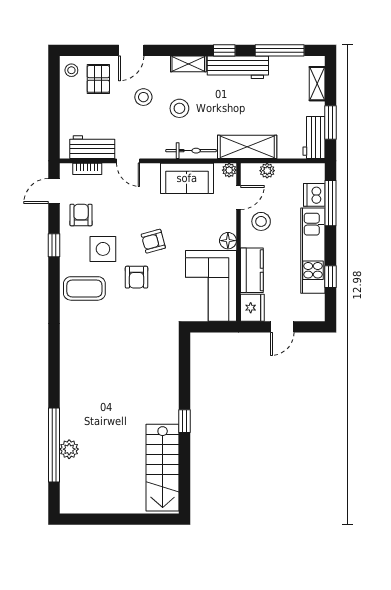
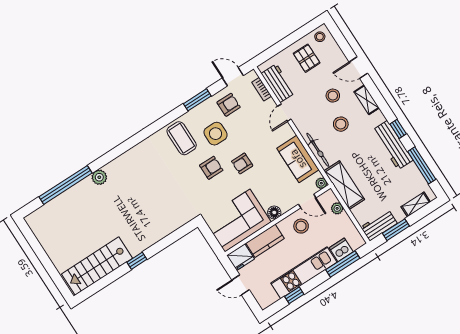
shelving: (188, 64) -> (367, 100), moved
pallet: (98, 79) -> (307, 58), moved, turned 90
armchair: (153, 241) -> (242, 163), turned -75
window: (54, 245) -> (197, 100), width x1.50
armchair: (136, 277) -> (211, 168), turned 180
plant: (69, 449) -> (99, 177), moved

